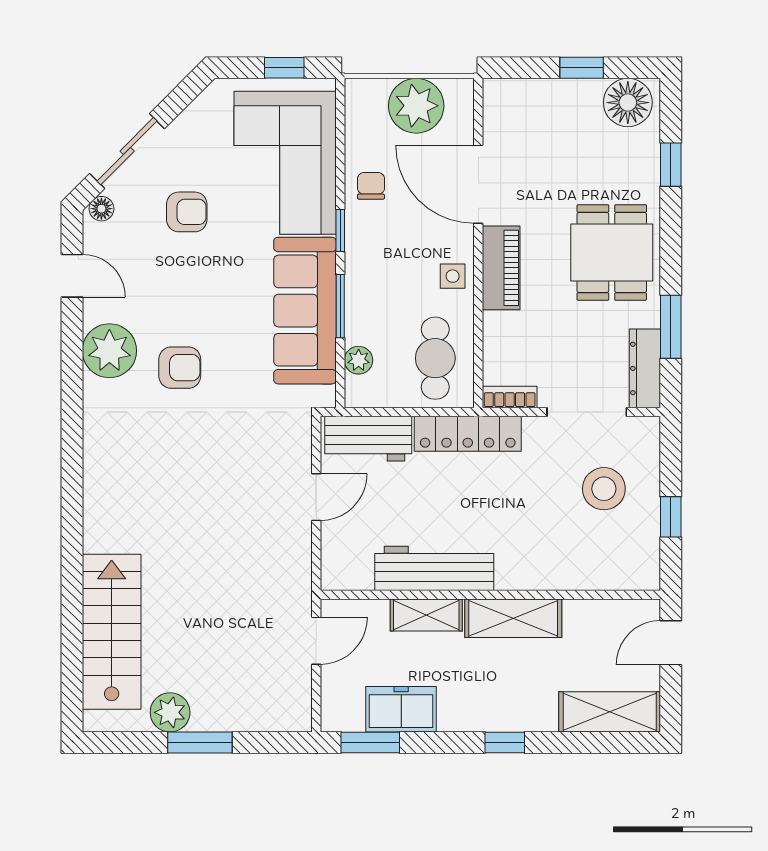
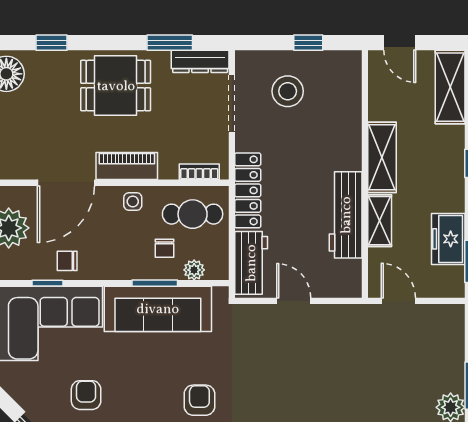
window: (340, 230) -> (48, 283), moved
chair: (388, 320) -> (165, 248), added
bookcase: (510, 397) -> (199, 172), moved, turned 90

